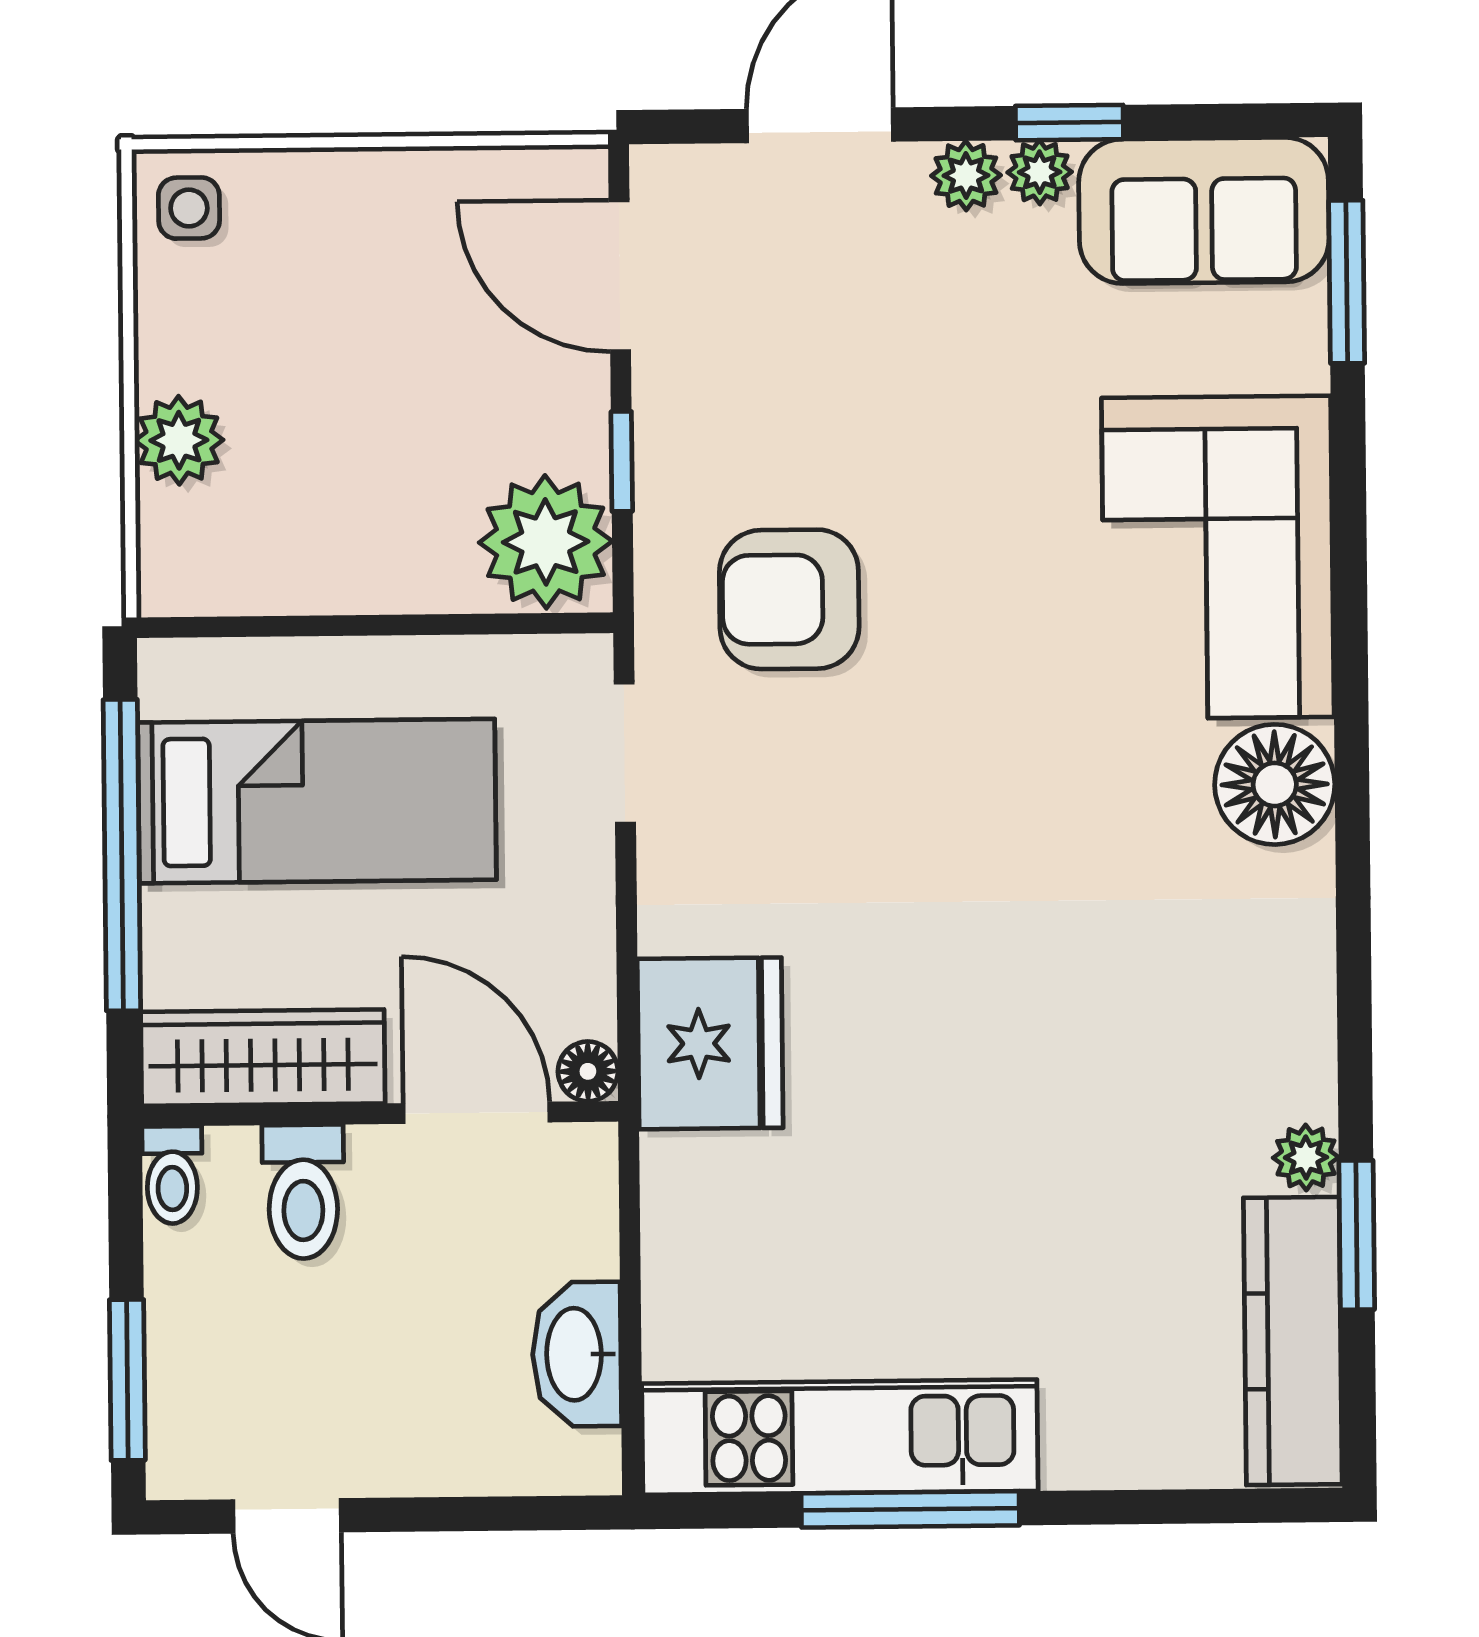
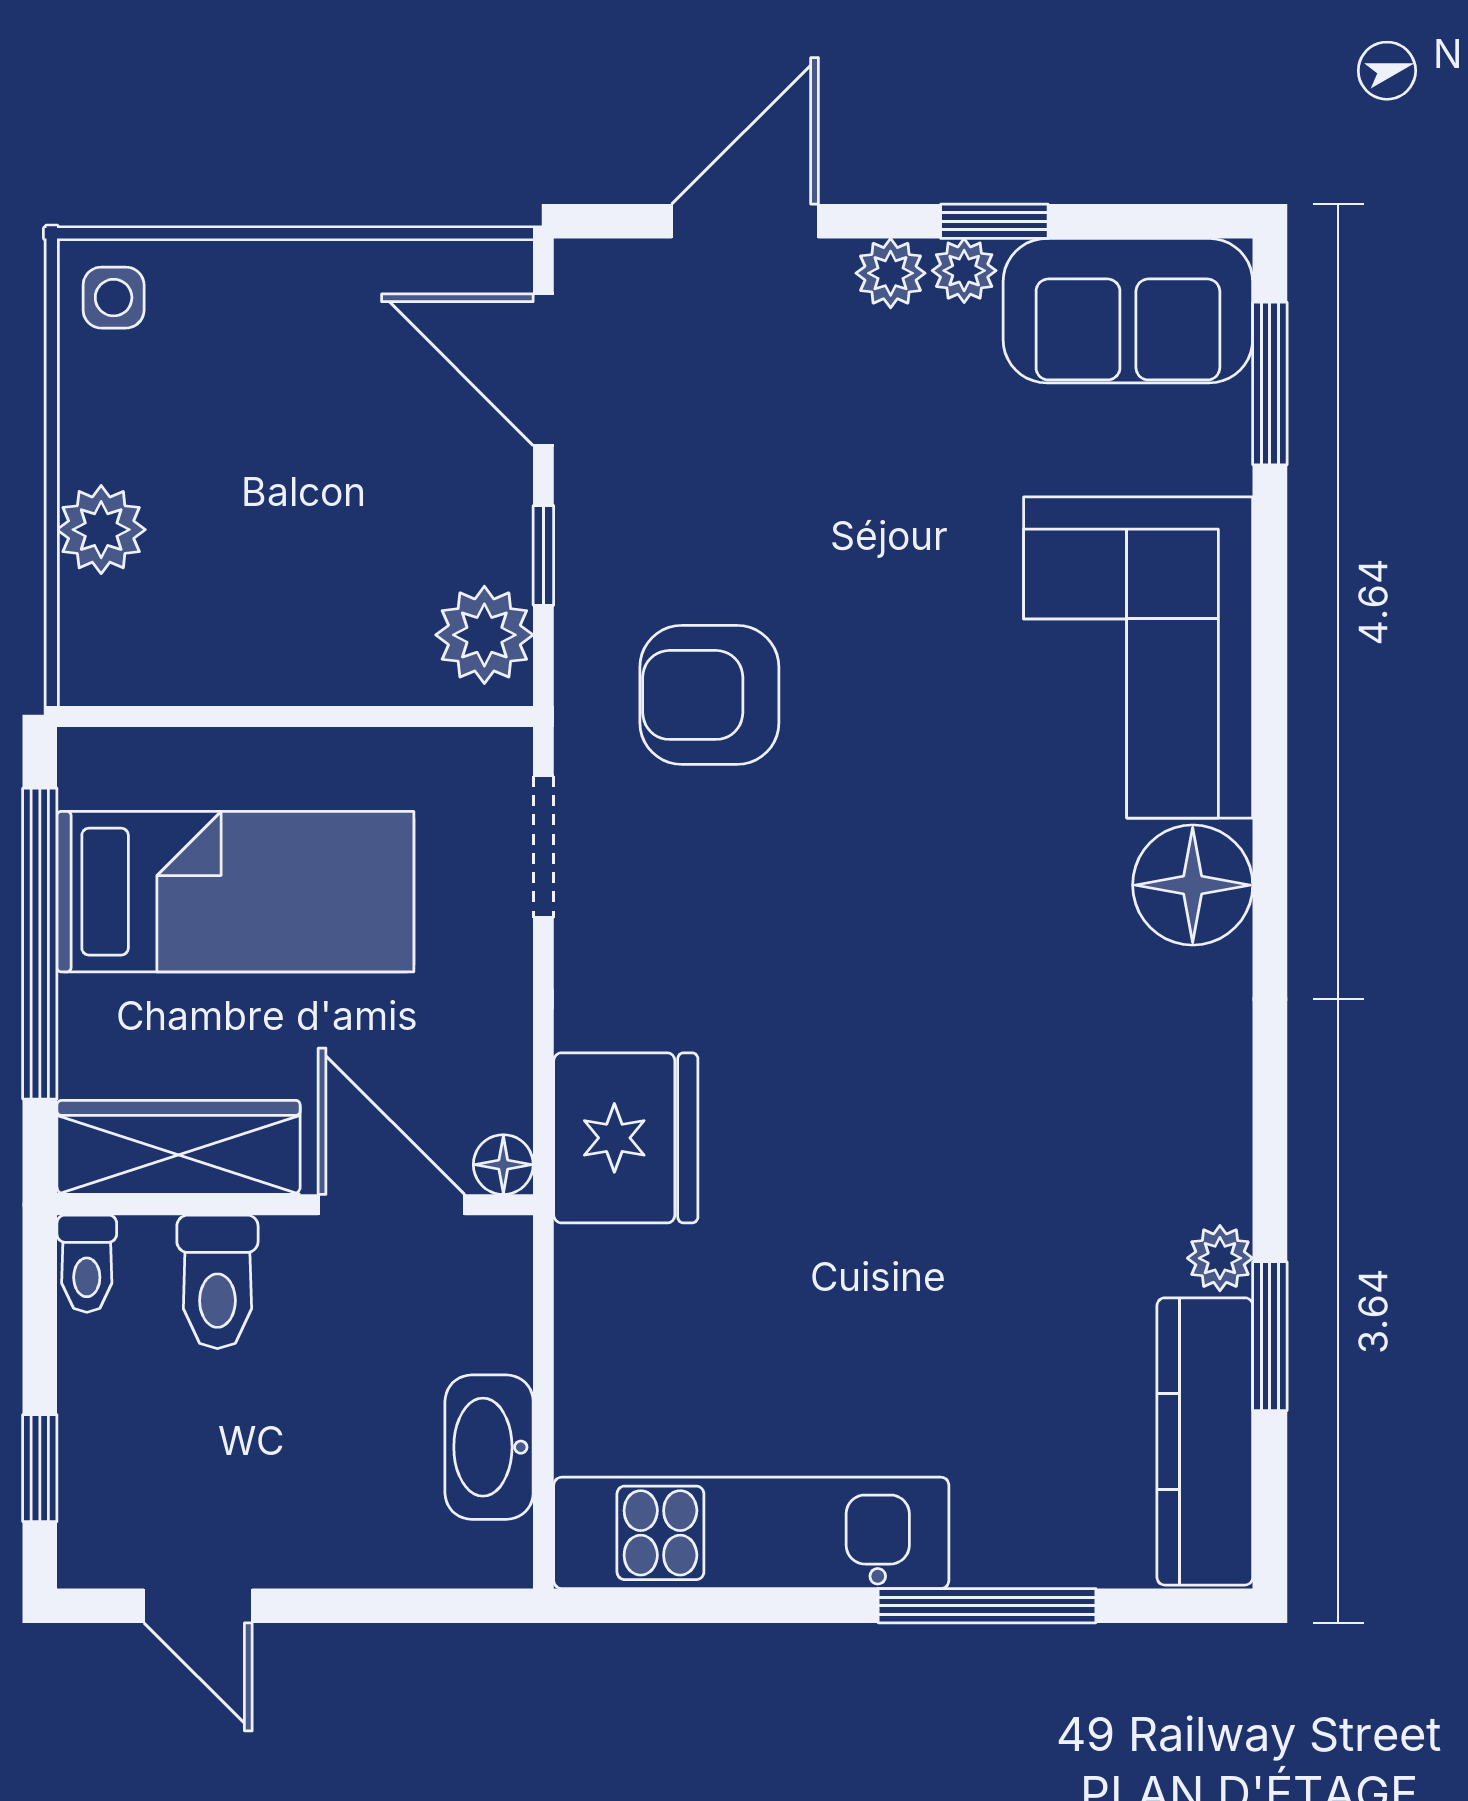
plant: (546, 542) -> (484, 635), width x0.73, depth x0.73
window: (127, 1380) -> (40, 1468), width x0.67
window: (910, 1509) -> (987, 1606), moved

